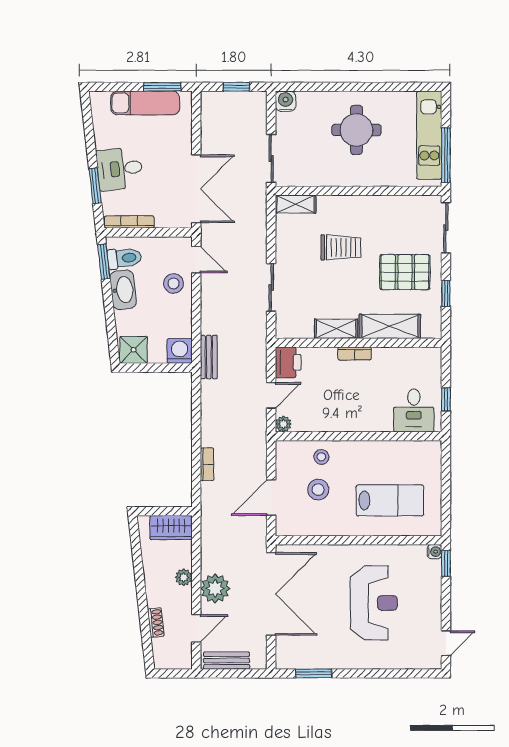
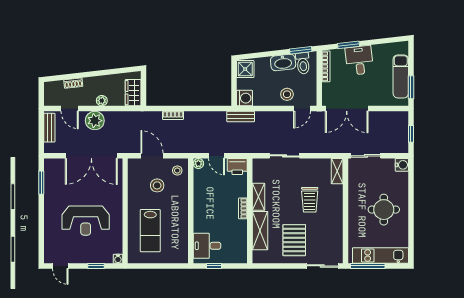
window: (446, 293) -> (281, 266), removed
stool: (321, 457) -> (177, 171), moved
window: (446, 563) -> (96, 266), moved

